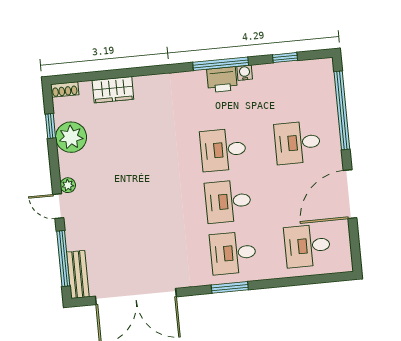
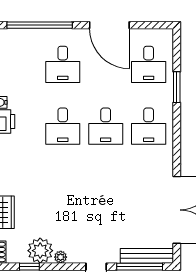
plant: (68, 185) -> (61, 257), moved
bench: (78, 274) -> (147, 256), width x1.36
window: (230, 287) -> (177, 87), moved

